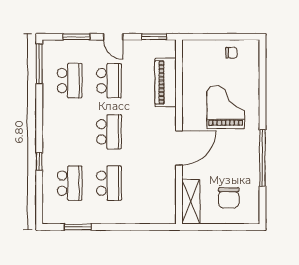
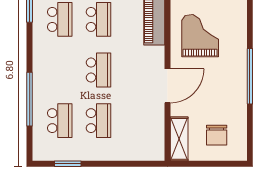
grand piano: (226, 107) -> (200, 36), moved
window: (262, 158) -> (250, 76), moved
window: (39, 161) -> (30, 99), width x3.17

